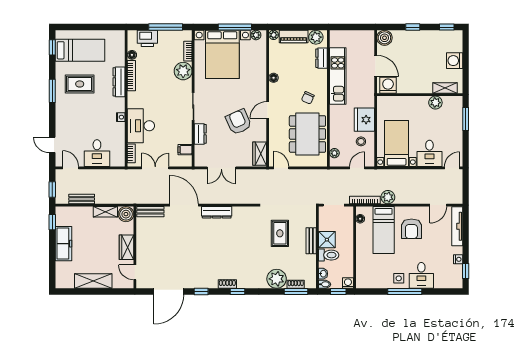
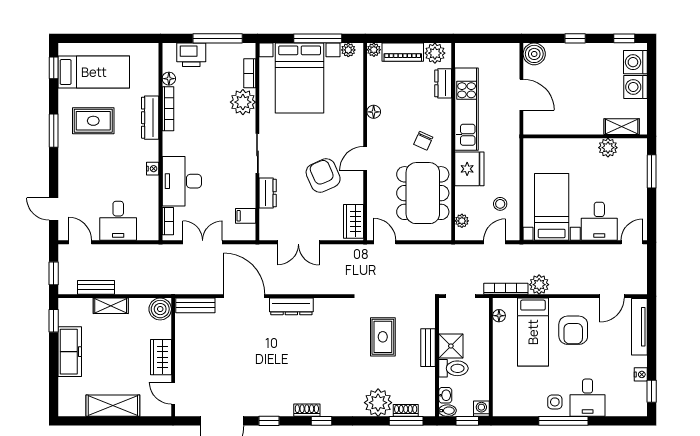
washing machine: (388, 85) -> (635, 62), moved, turned -90
fridge: (364, 120) -> (469, 169), moved, turned 180
shelving: (105, 212) -> (111, 306), moved

